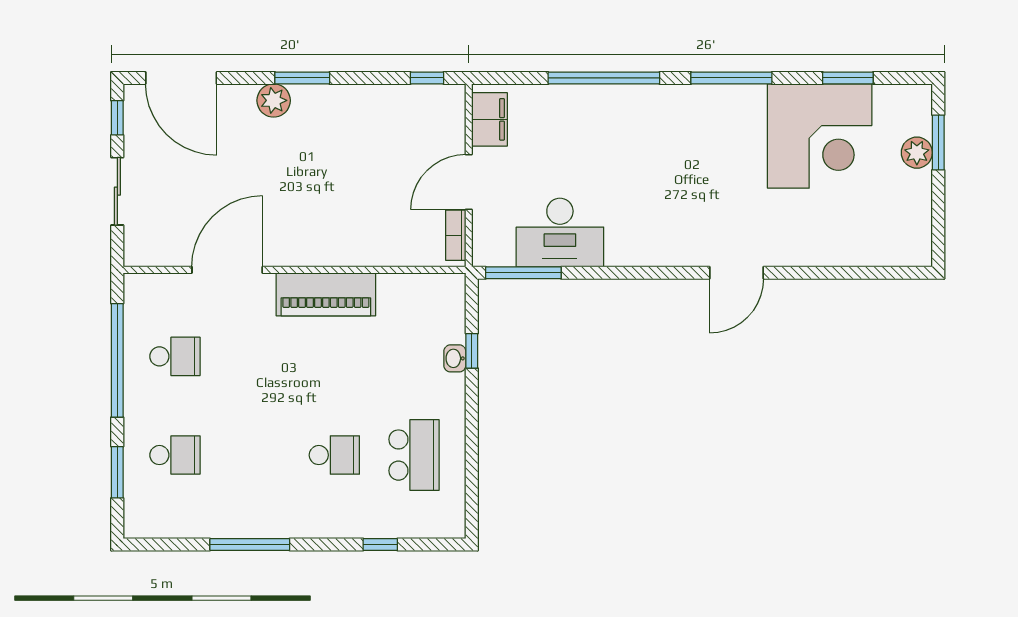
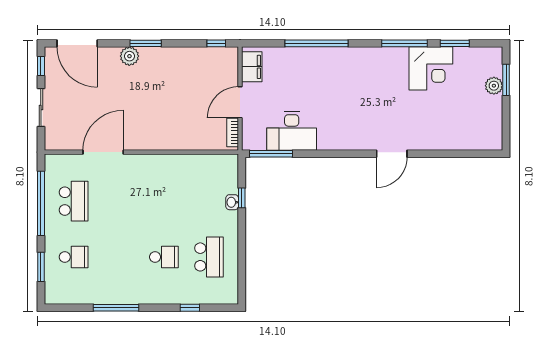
window: (731, 78) -> (405, 43), moved
corner desk: (820, 136) -> (431, 68), width x0.74, depth x0.74
piano: (326, 294) -> (159, 166), removed
school desk: (175, 356) -> (74, 201), width x1.85

